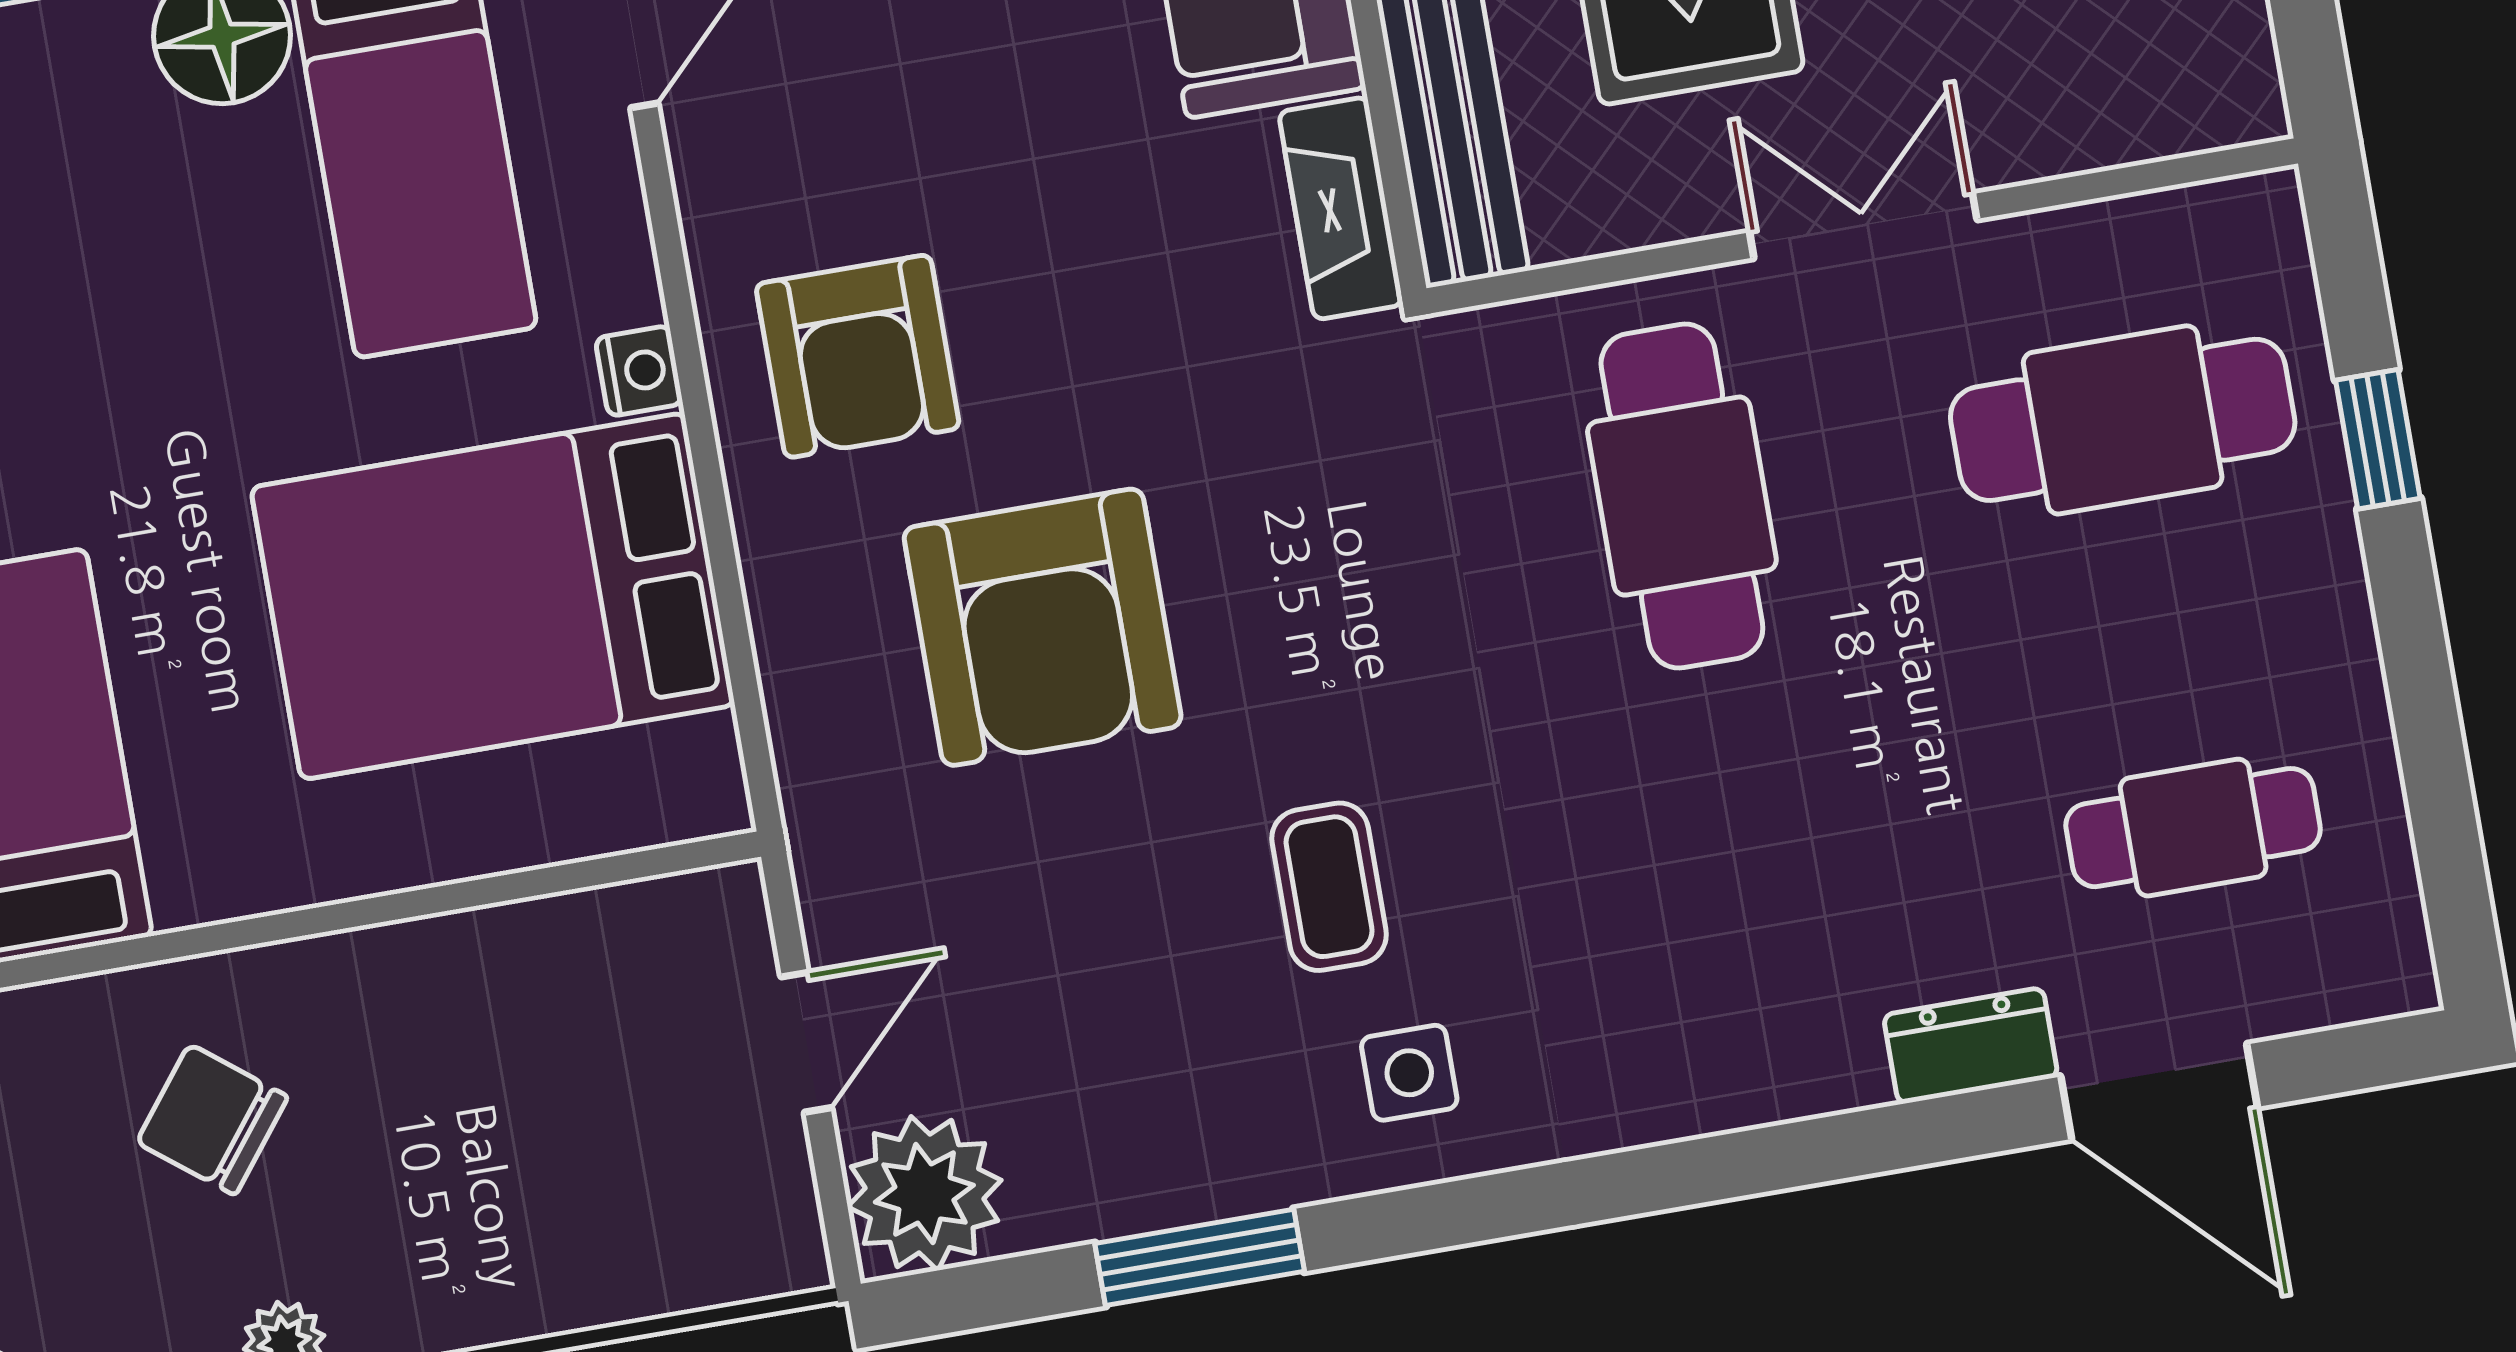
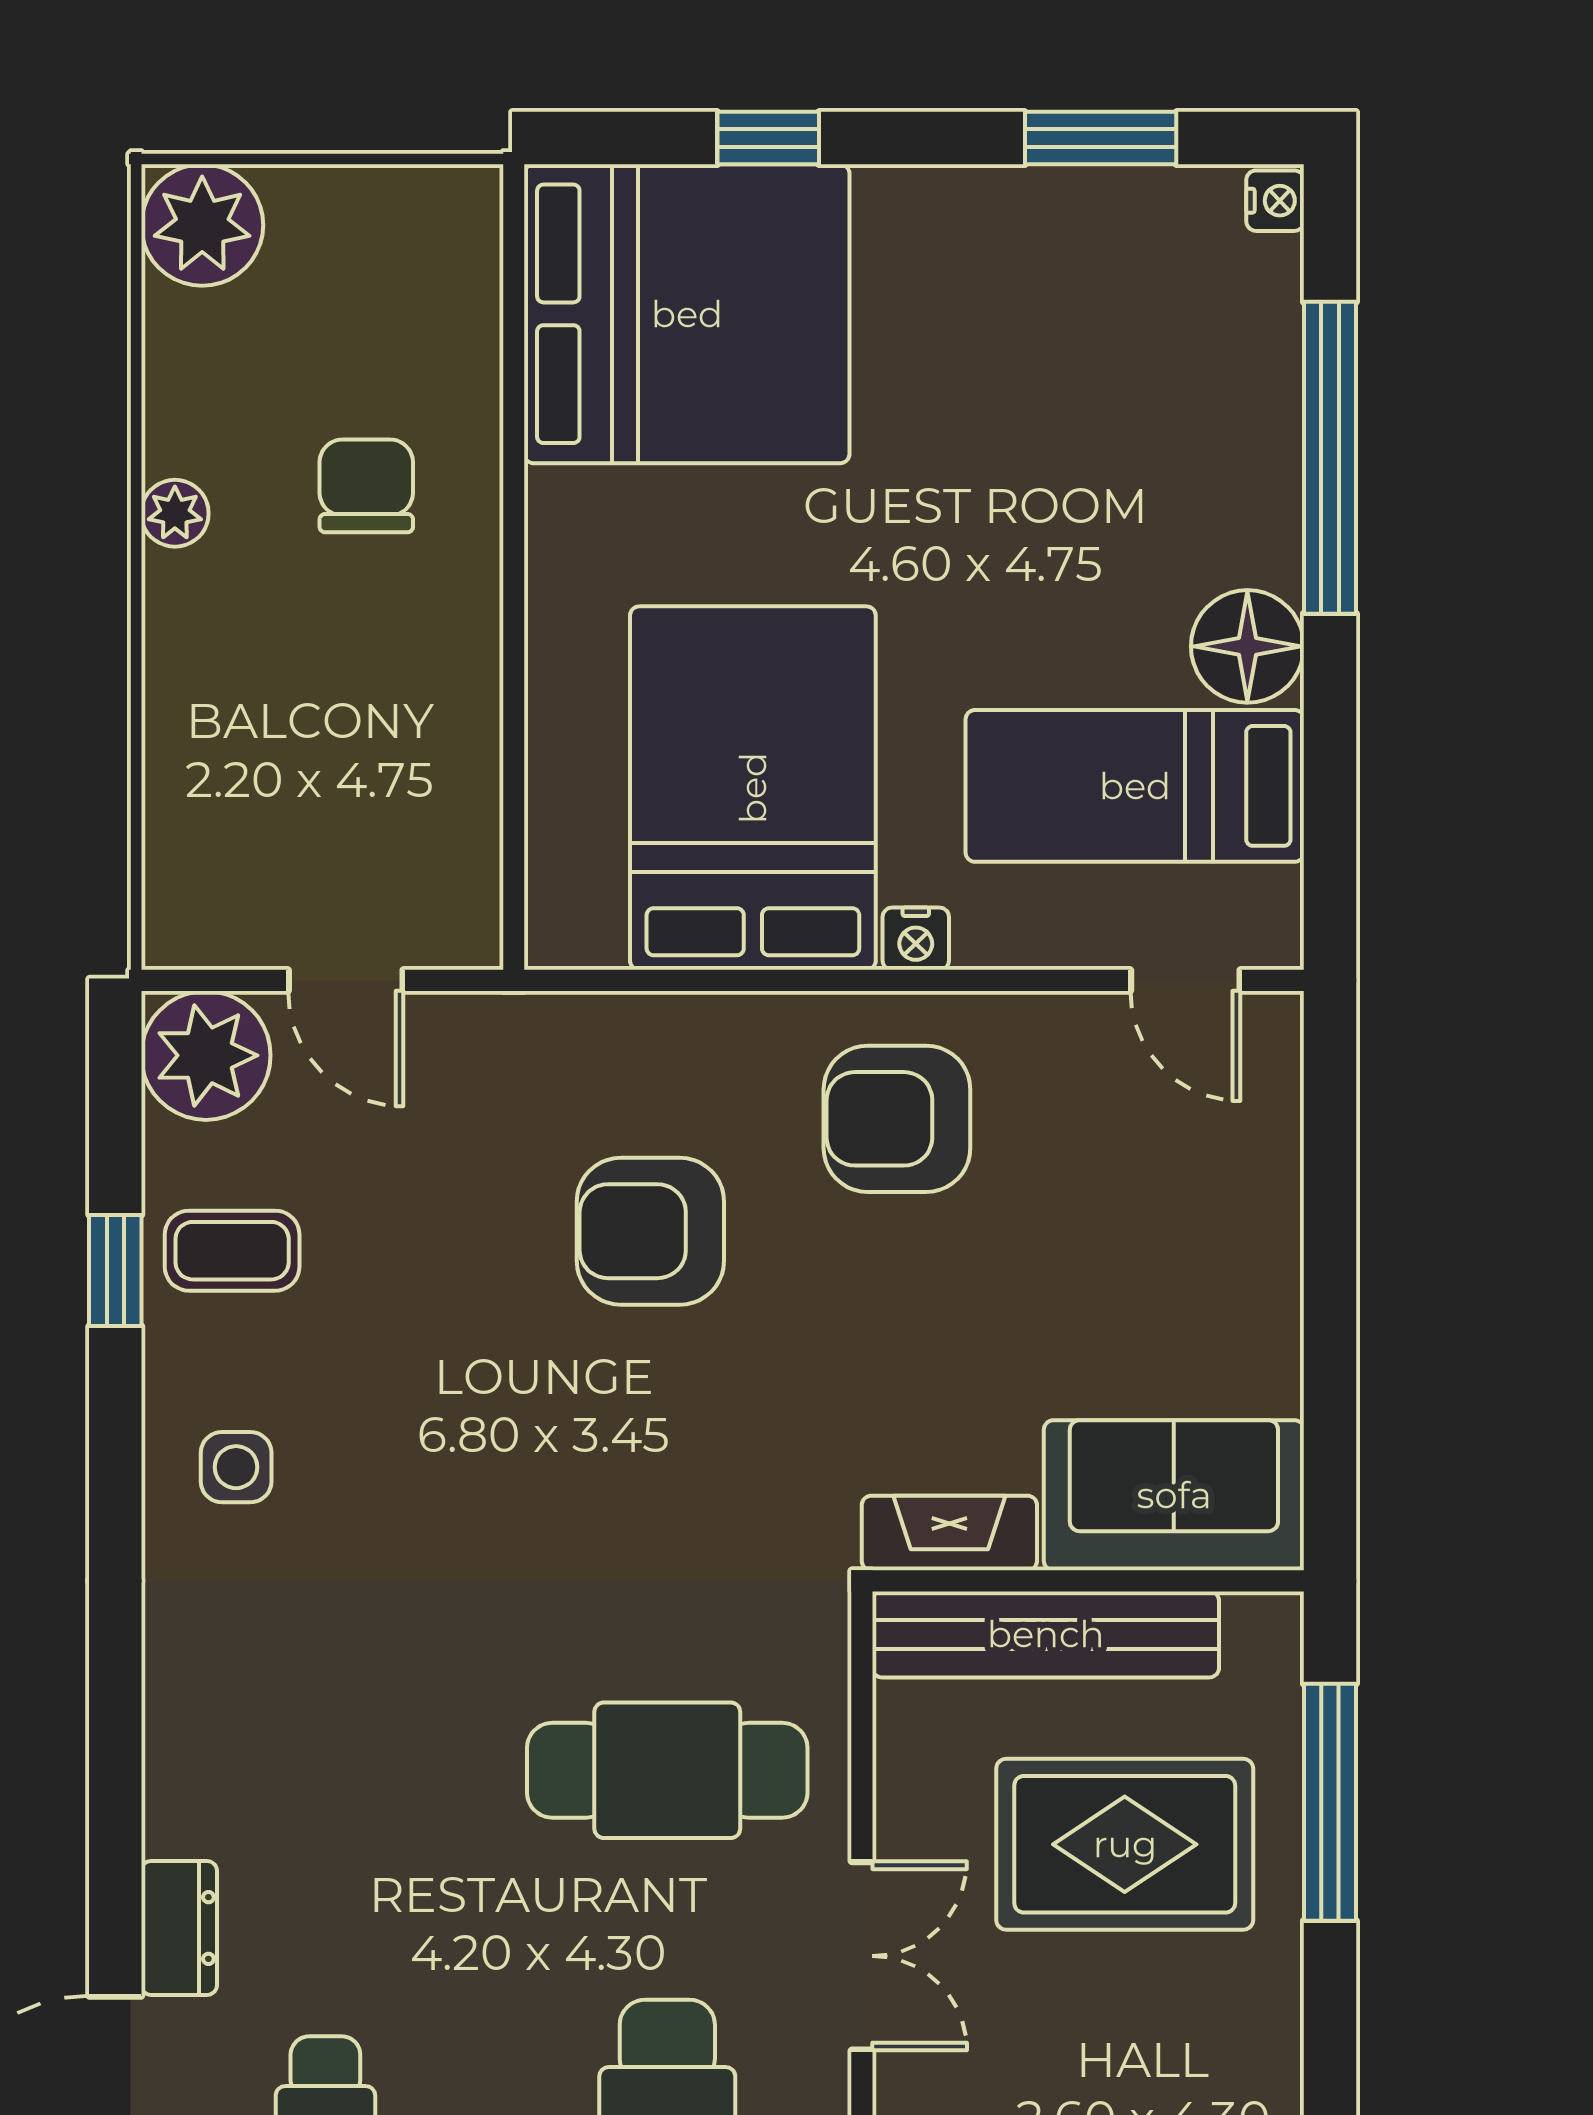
armchair: (1043, 627) -> (650, 1231), width x0.73, depth x0.73
coffee table: (1329, 887) -> (232, 1251), moved
chair: (212, 1120) -> (366, 486), turned -38
window: (1200, 1257) -> (115, 1270), width x0.67

